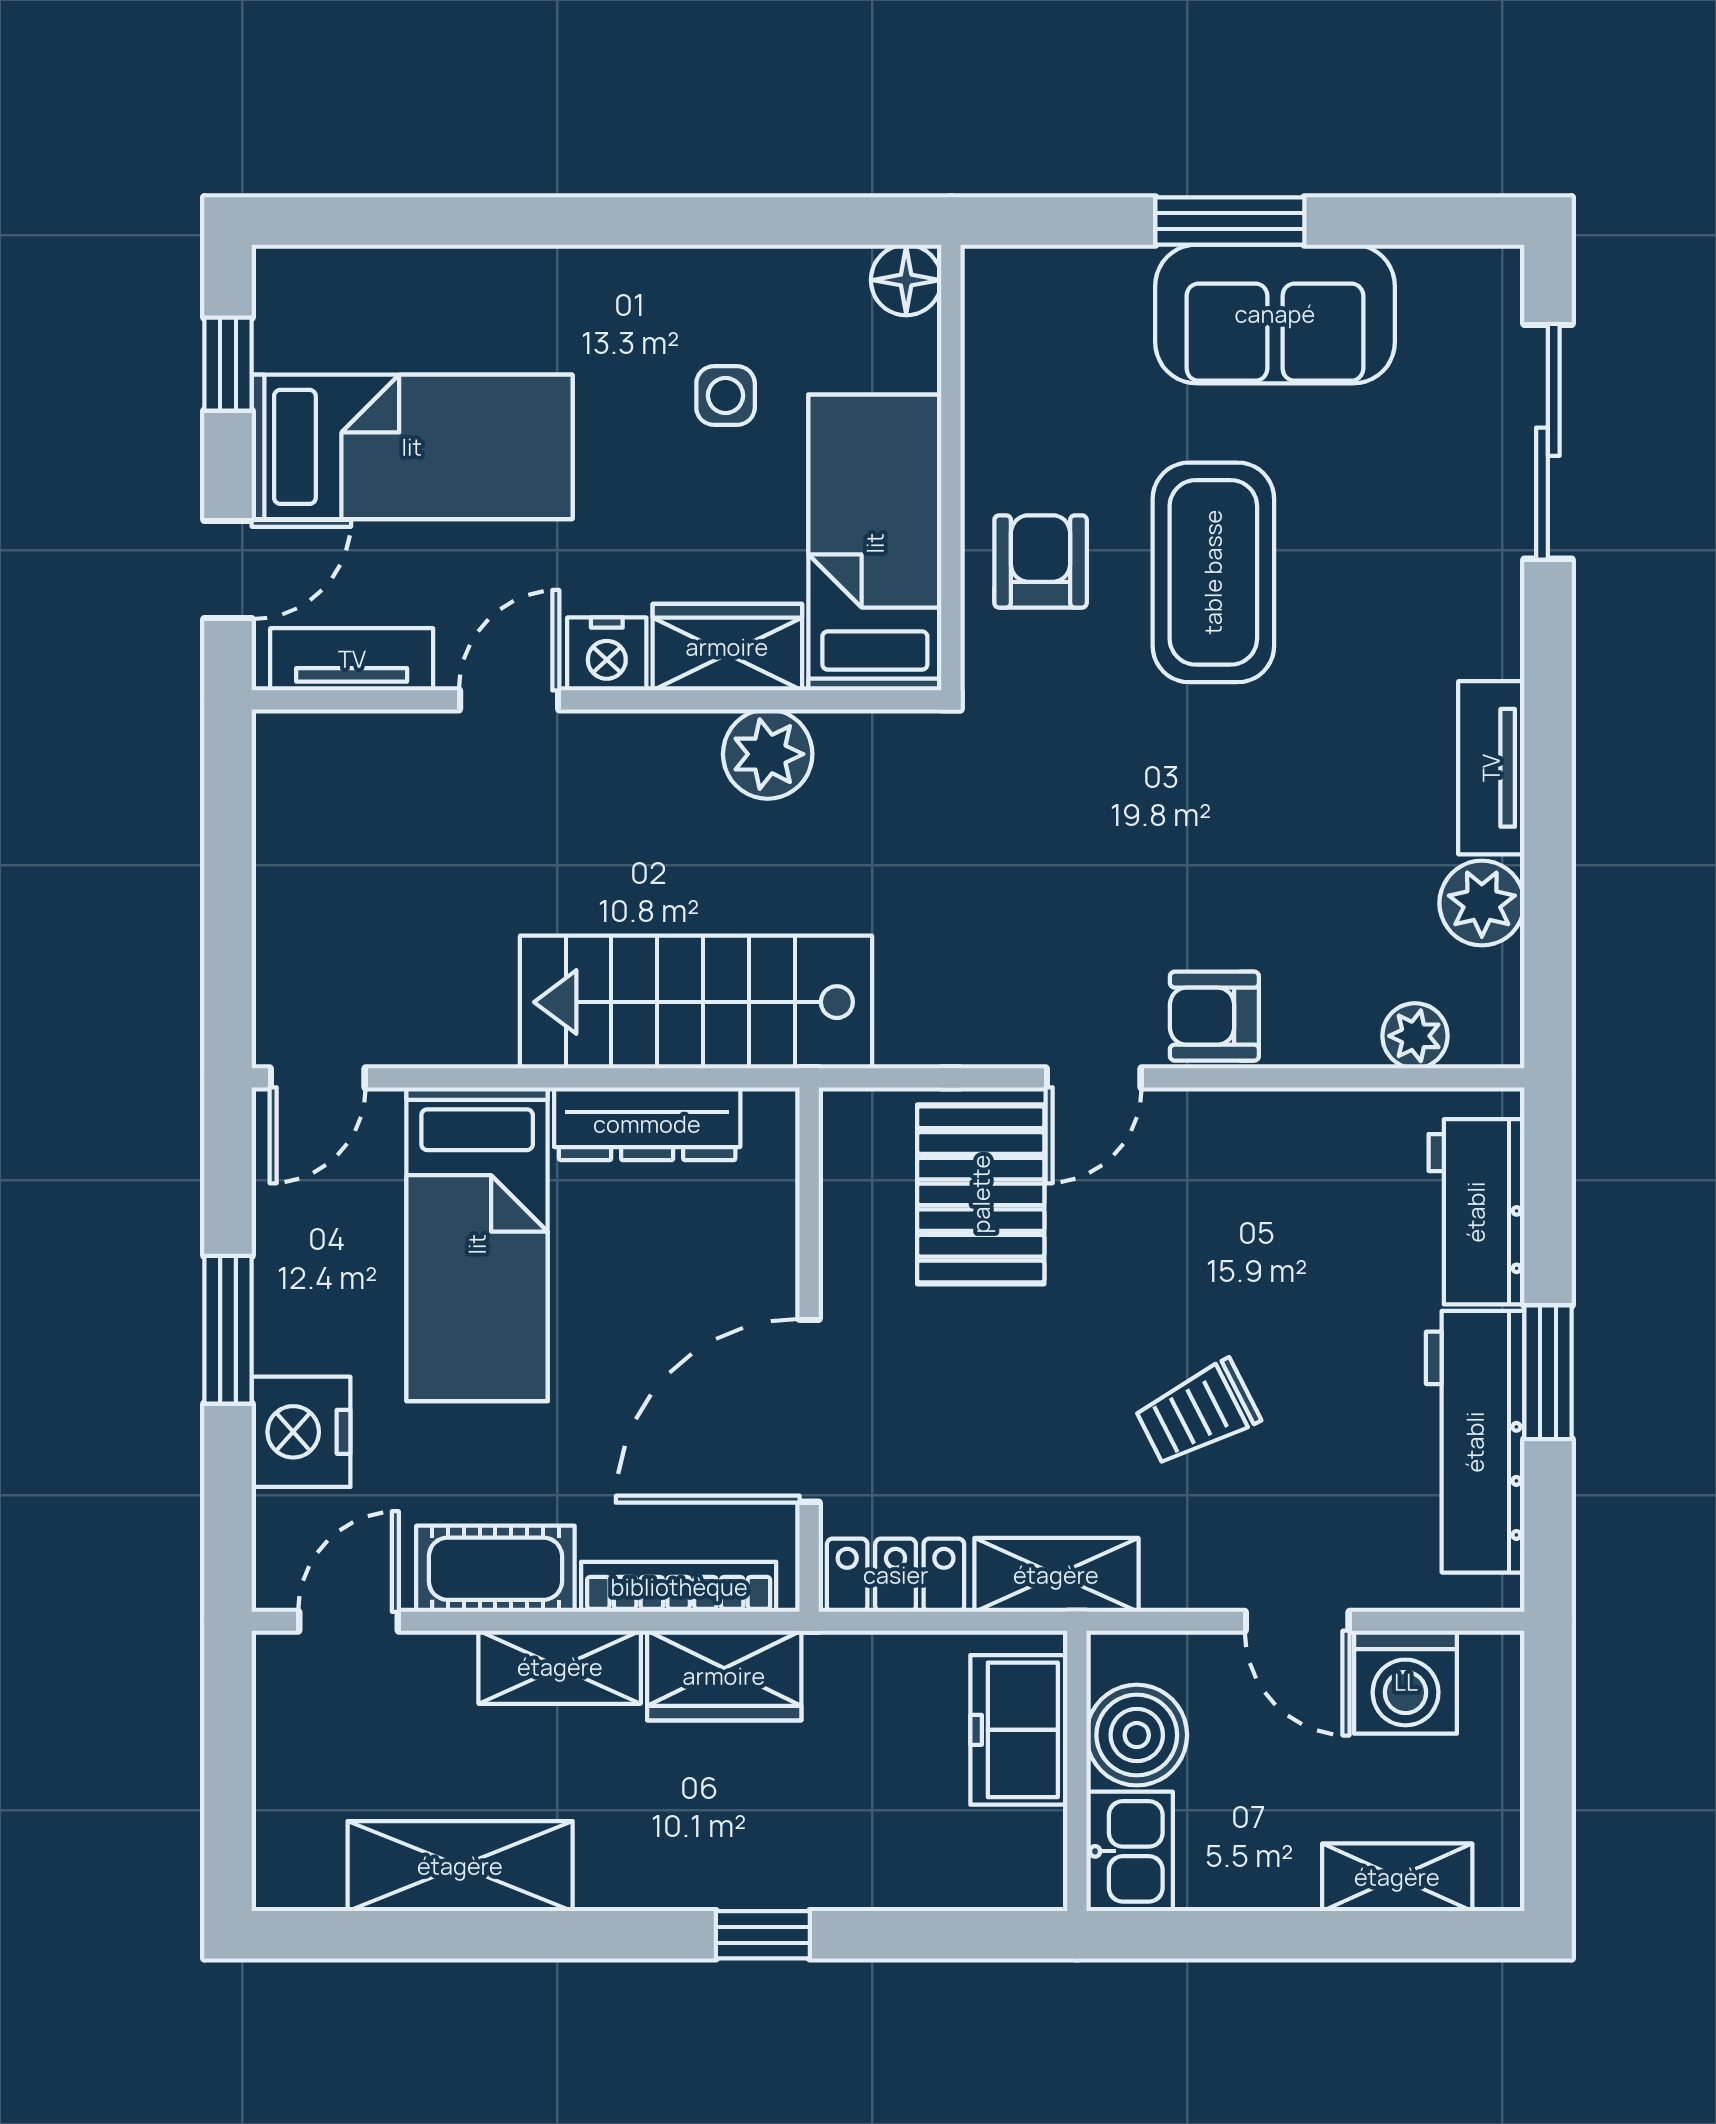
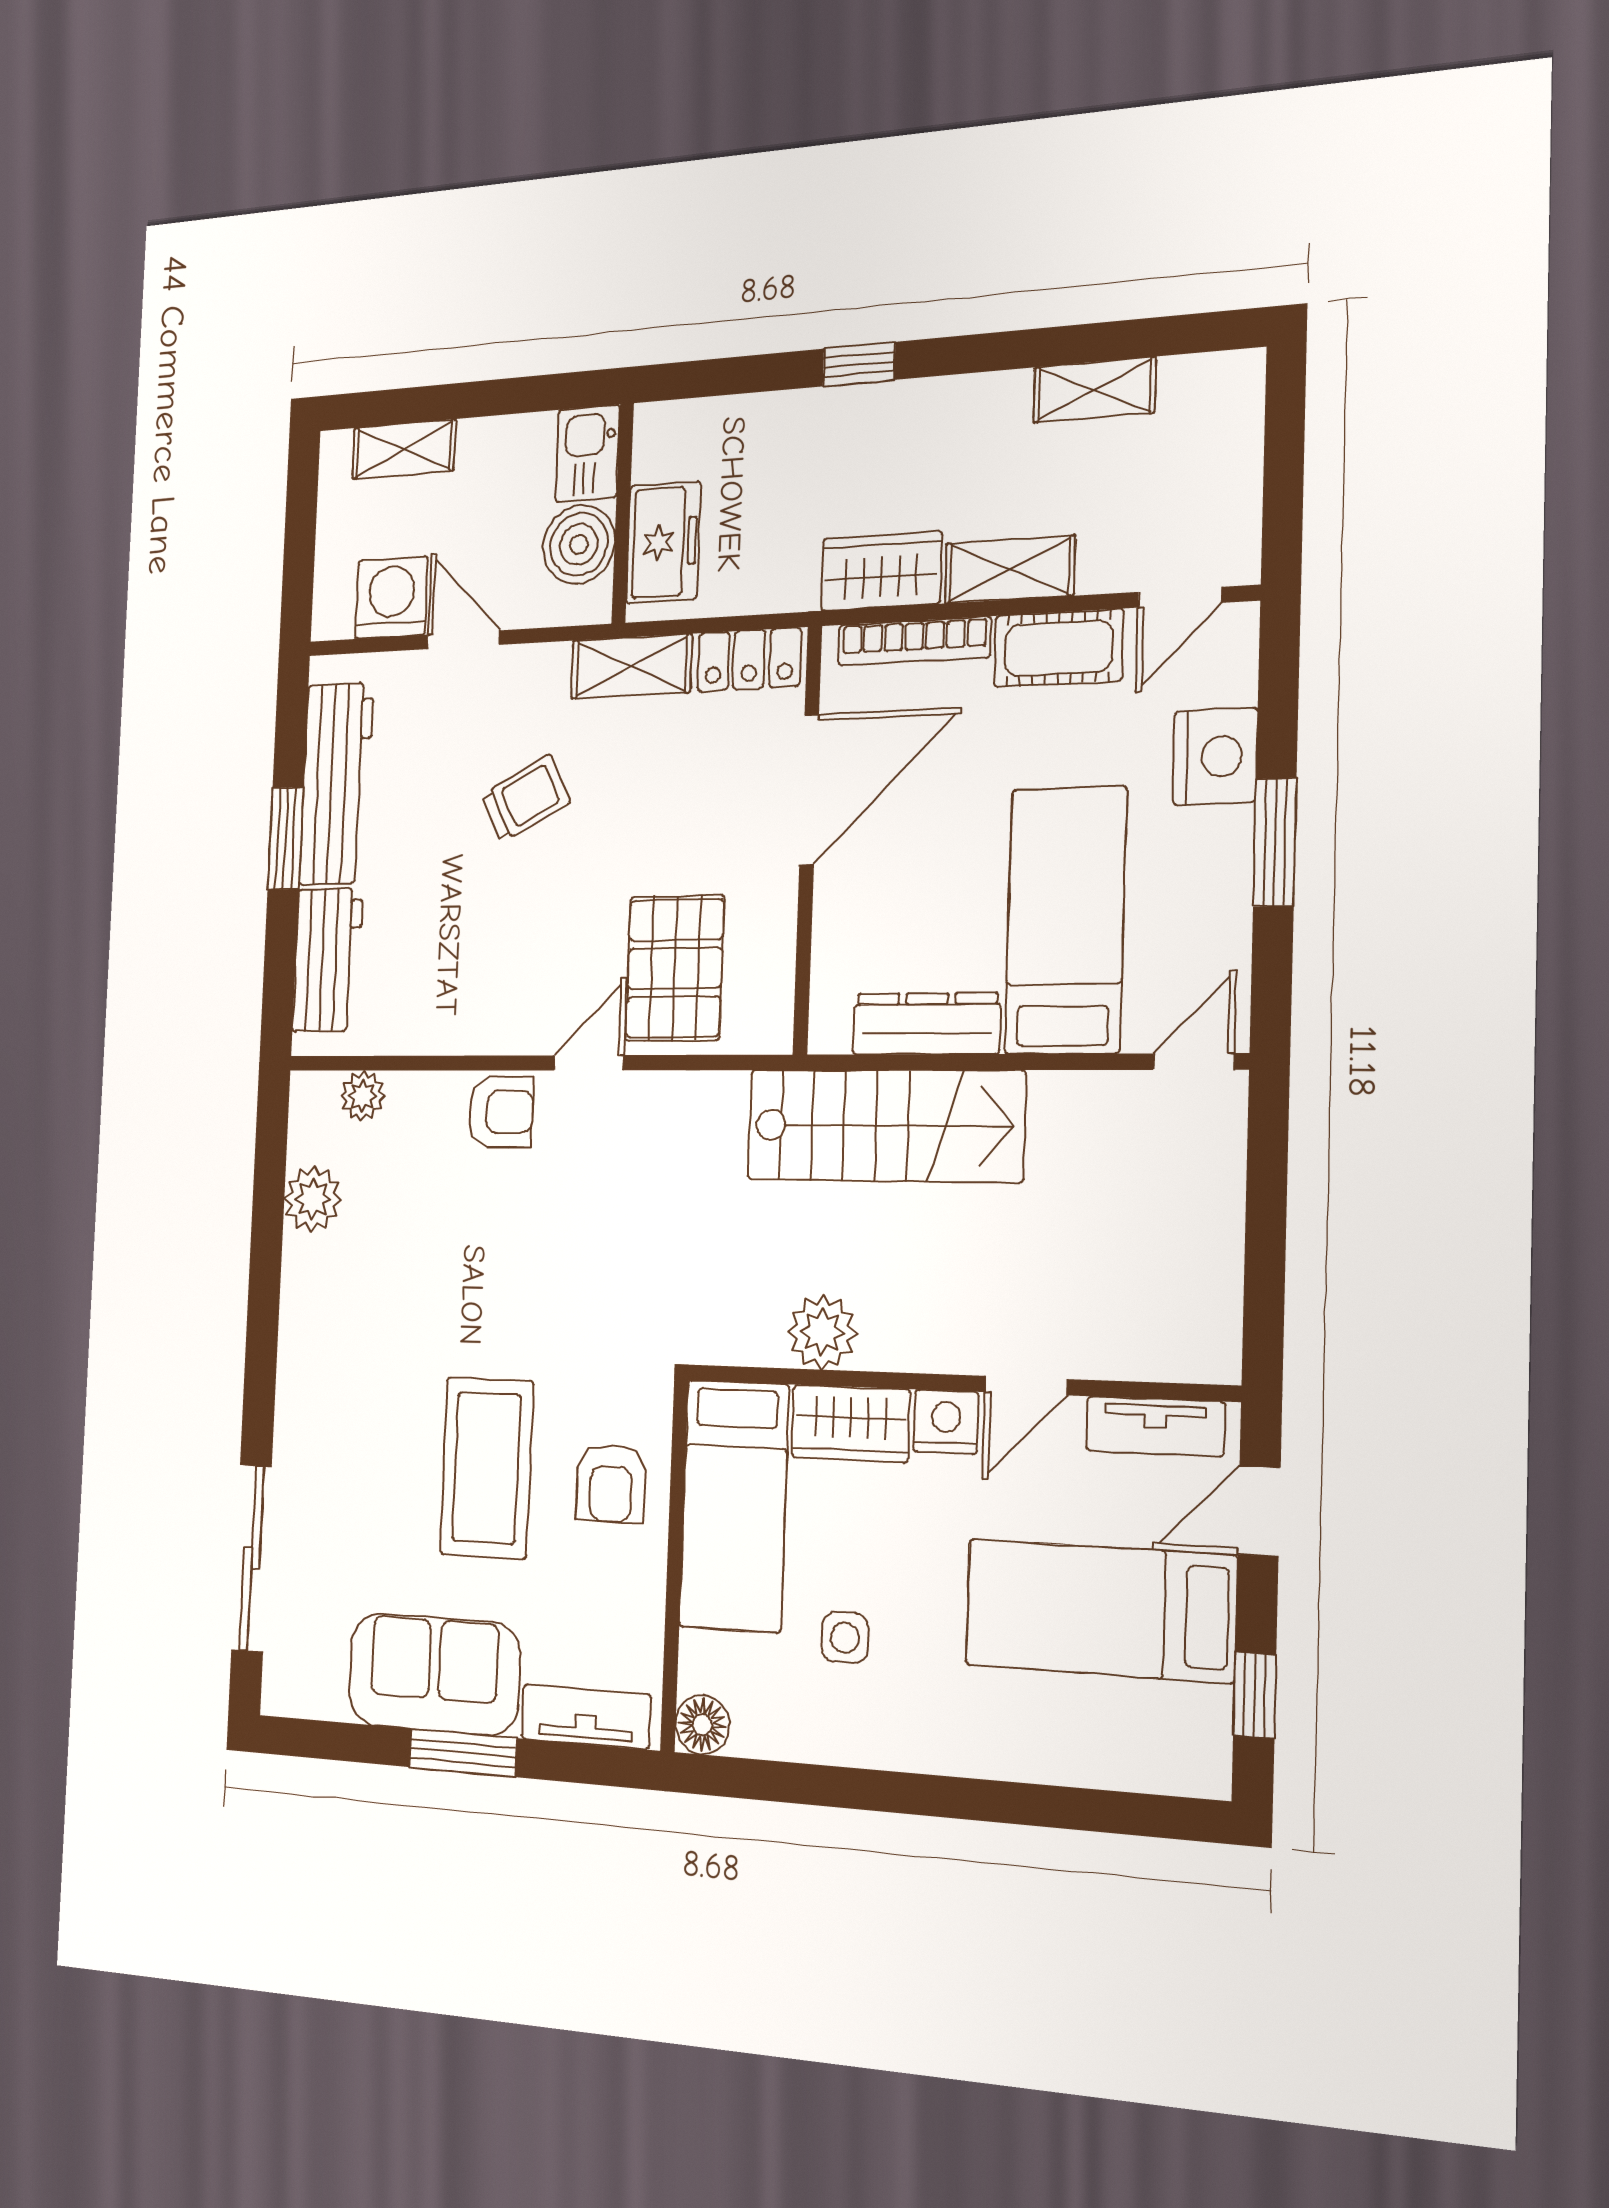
tv unit: (1491, 768) -> (586, 1717), moved, turned -90
shelving: (460, 1866) -> (1094, 390), width x0.67, depth x0.75

